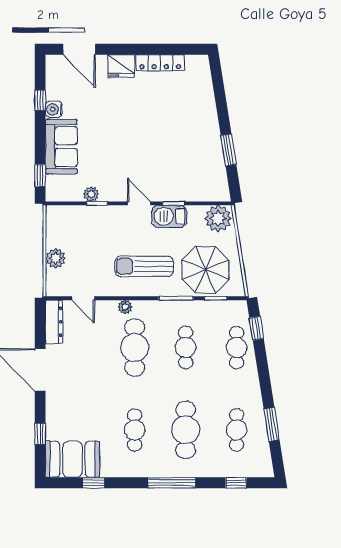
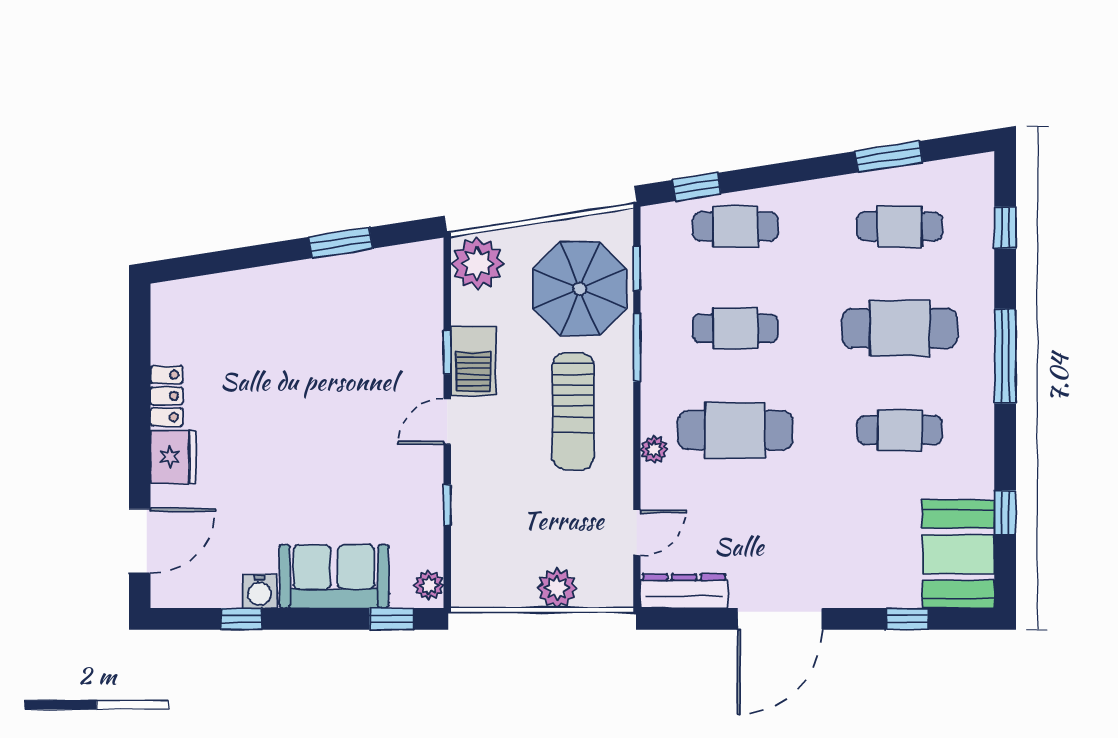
locker: (160, 63) -> (167, 396), width x0.66
plant: (91, 194) -> (429, 585), moved

